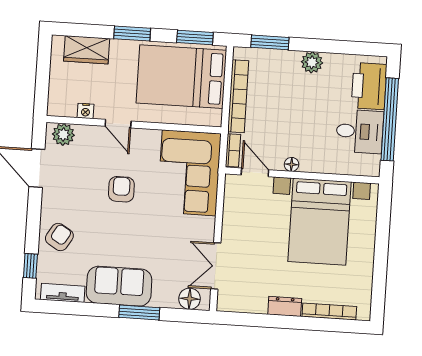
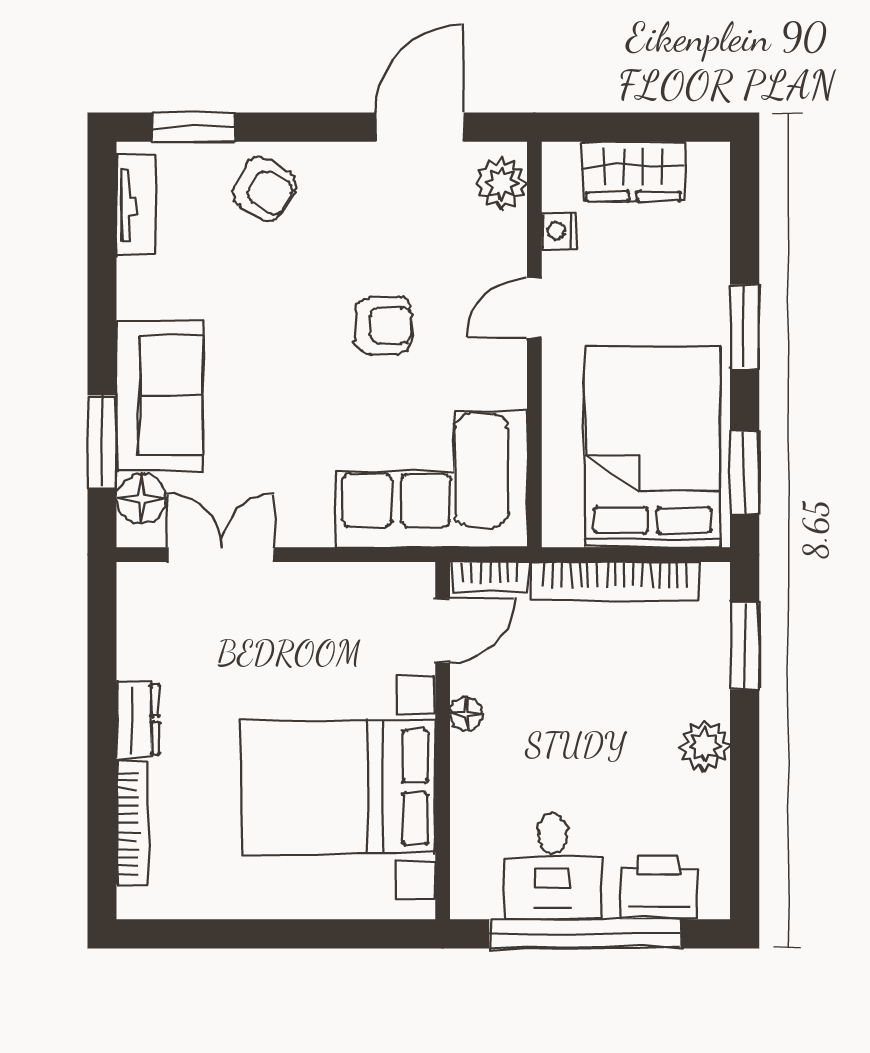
wardrobe: (87, 50) -> (633, 171), moved, turned -90
printer: (369, 86) -> (659, 887), width x0.73, depth x0.84
window: (30, 266) -> (193, 127), width x1.50
sofa: (119, 286) -> (160, 395), moved
window: (139, 313) -> (102, 442), moved

